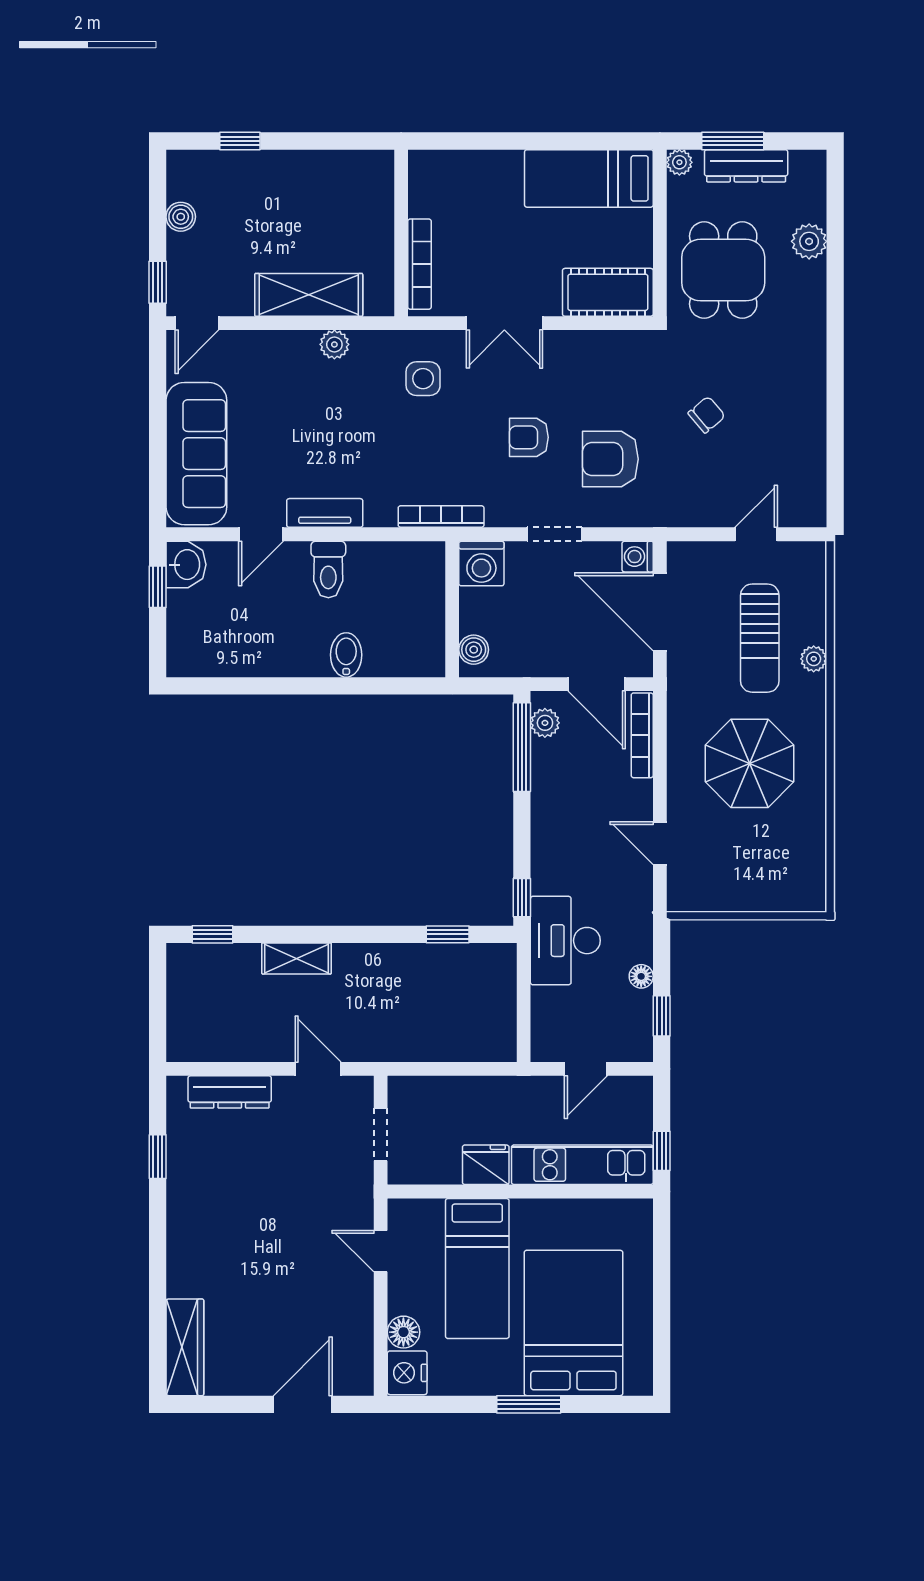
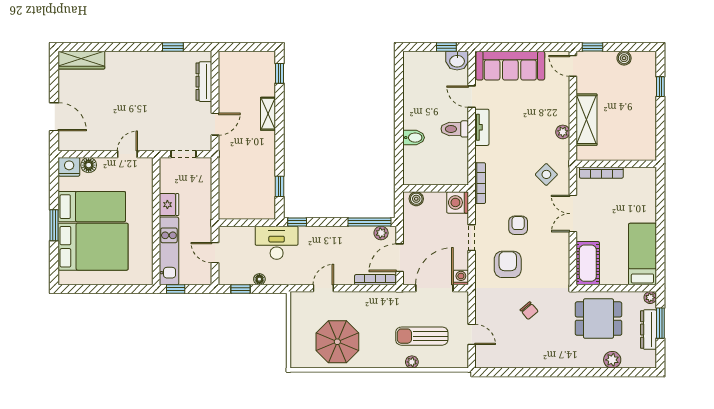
side table: (423, 379) -> (546, 174), turned 45
parasol: (749, 763) -> (337, 342), moved
bed: (477, 1268) -> (92, 207), moved, turned 180

